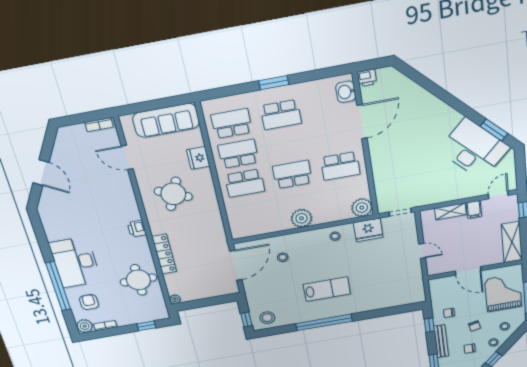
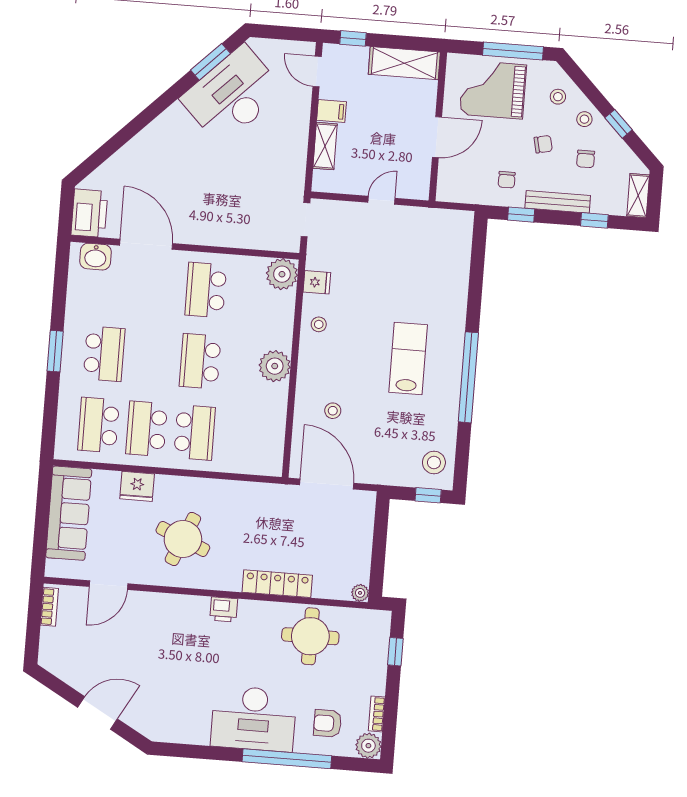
printer: (367, 78) -> (89, 213), width x1.87, depth x1.48
school desk: (340, 166) -> (206, 290), turned 180
fridge: (368, 230) -> (317, 282), width x0.53, depth x0.75

